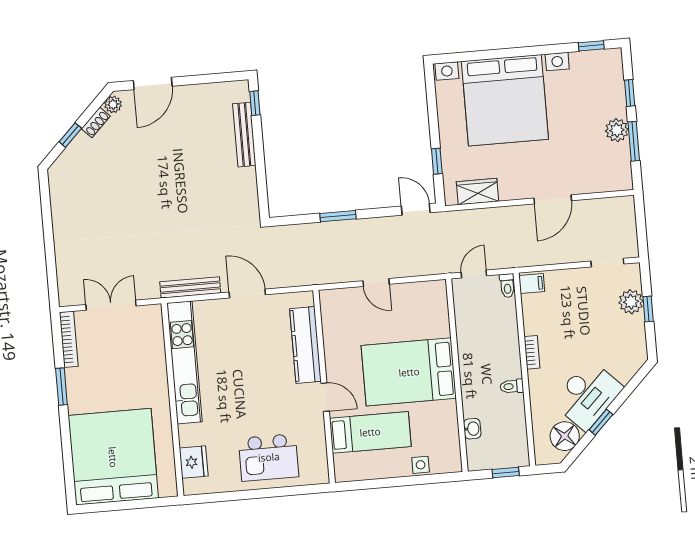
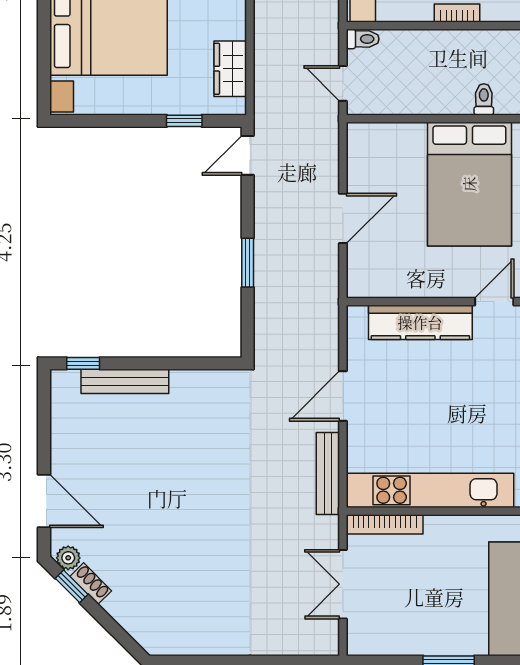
window: (70, 135) -> (72, 586), moved
door: (376, 282) -> (343, 218), width x1.37
bookcase: (69, 339) -> (385, 524), moved, turned 180
toilet: (512, 386) -> (484, 99), moved, turned 180

